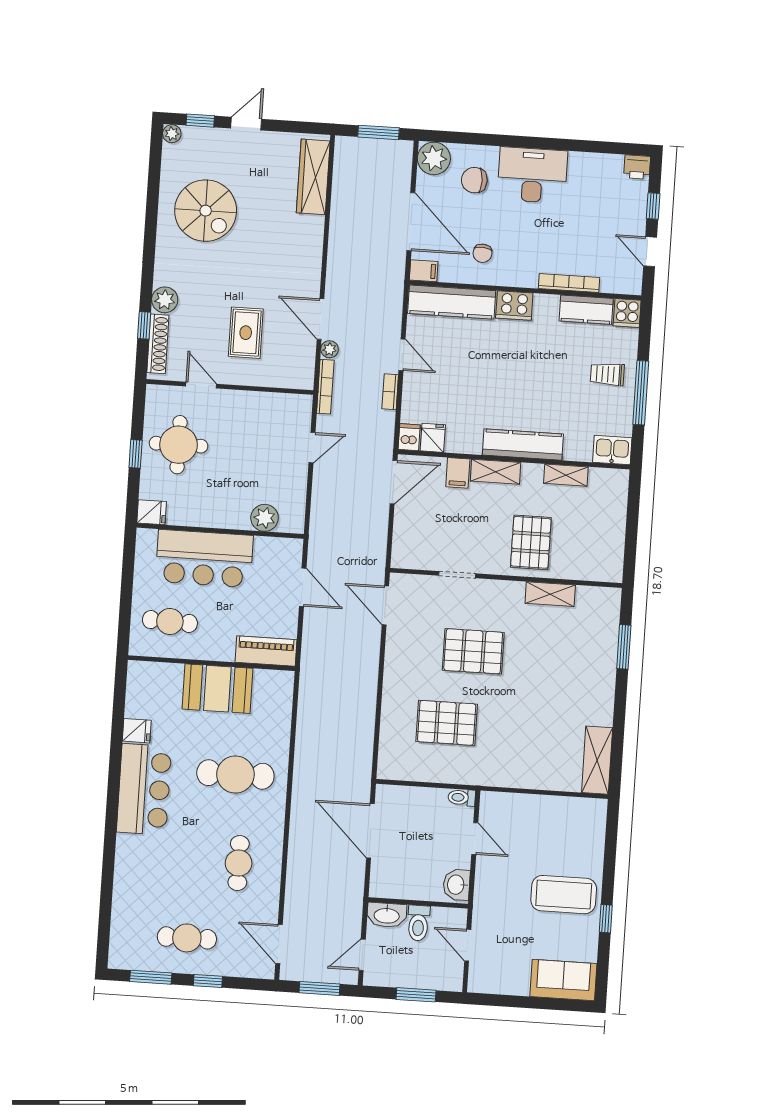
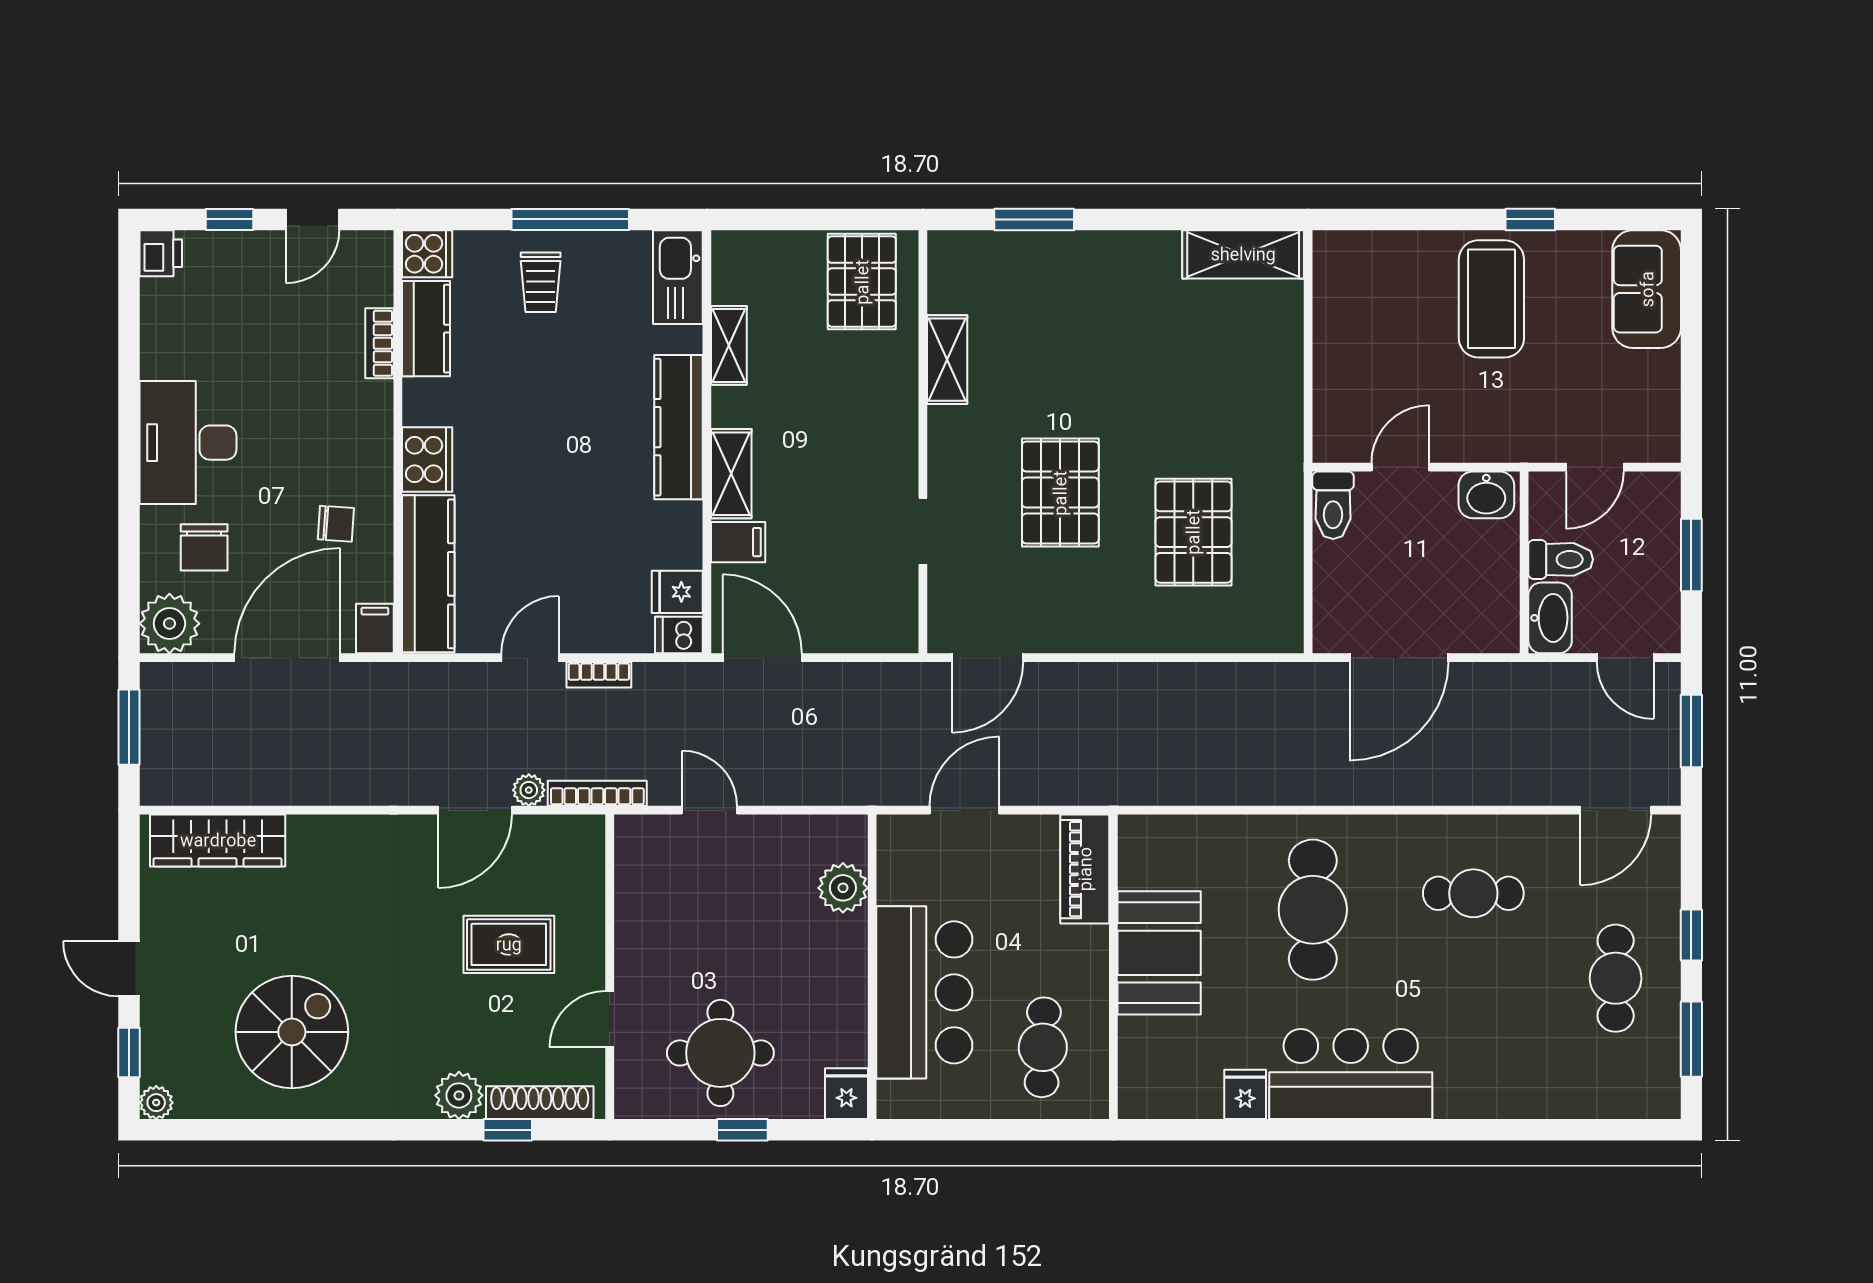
bookcase: (569, 283) -> (380, 343), width x0.64
kitchen sink: (612, 450) -> (678, 277), width x1.38
pallet: (531, 542) -> (862, 282), moved, turned 90
toilet: (462, 798) -> (1333, 505), width x1.37, depth x1.39

